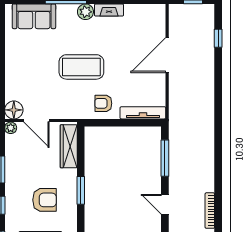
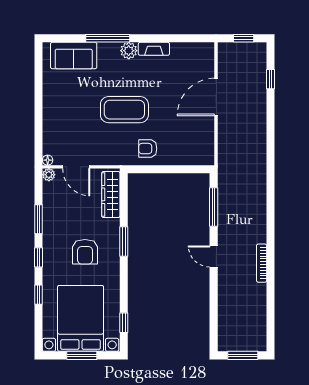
floor lamp: (14, 110) -> (48, 160), width x0.53, depth x0.53
tv unit: (143, 113) -> (190, 159), removed
armchair: (45, 200) -> (85, 252), turned 90

